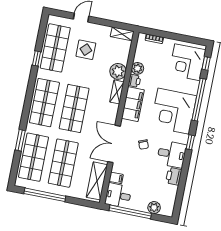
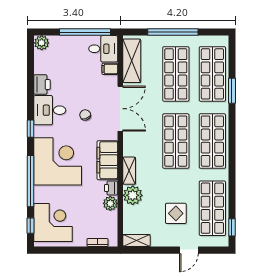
window: (37, 58) -> (232, 227), moved
window: (45, 195) -> (173, 32), moved
plant: (154, 208) -> (42, 43), moved

